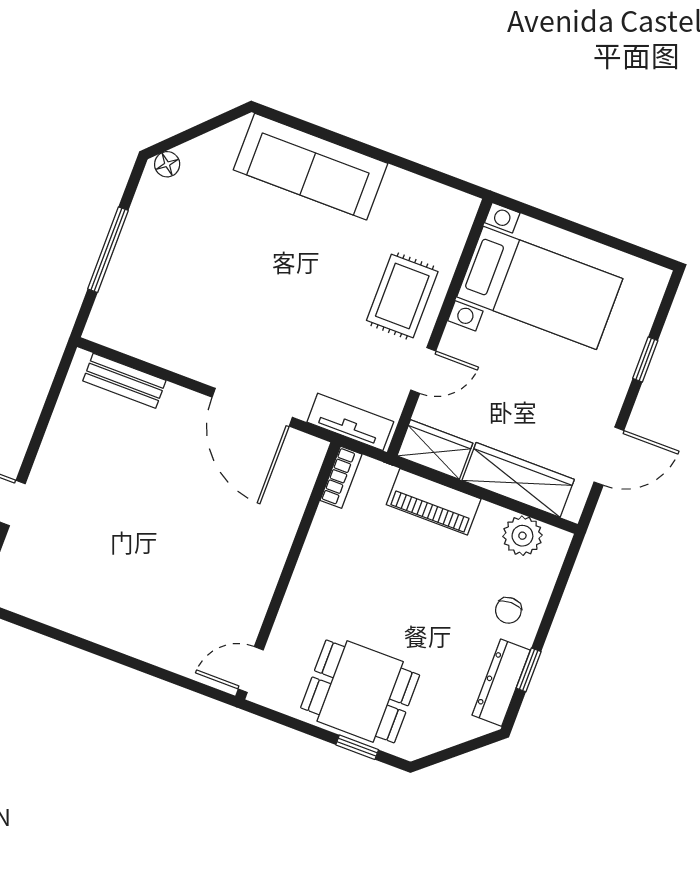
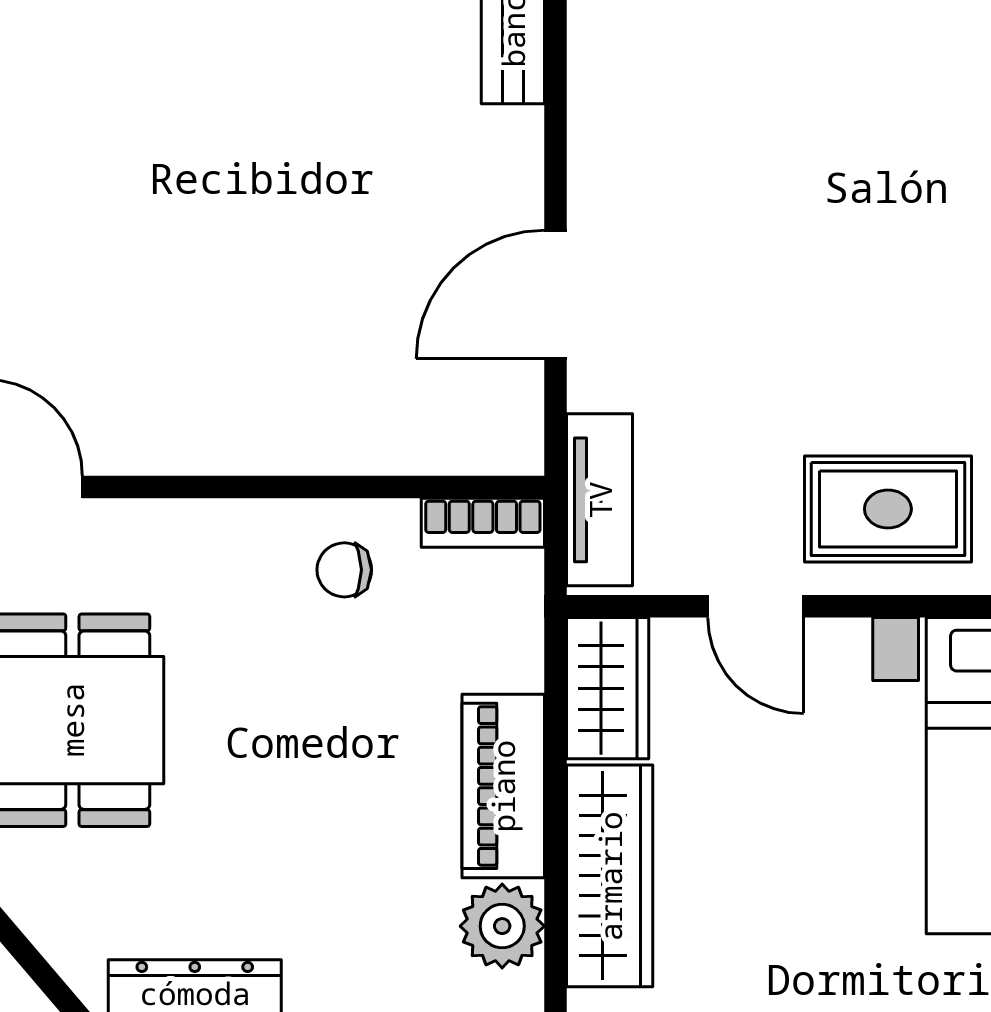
door: (252, 407) -> (555, 294), width x0.73
piano: (434, 502) -> (503, 786), moved
chair: (508, 610) -> (344, 570), moved

